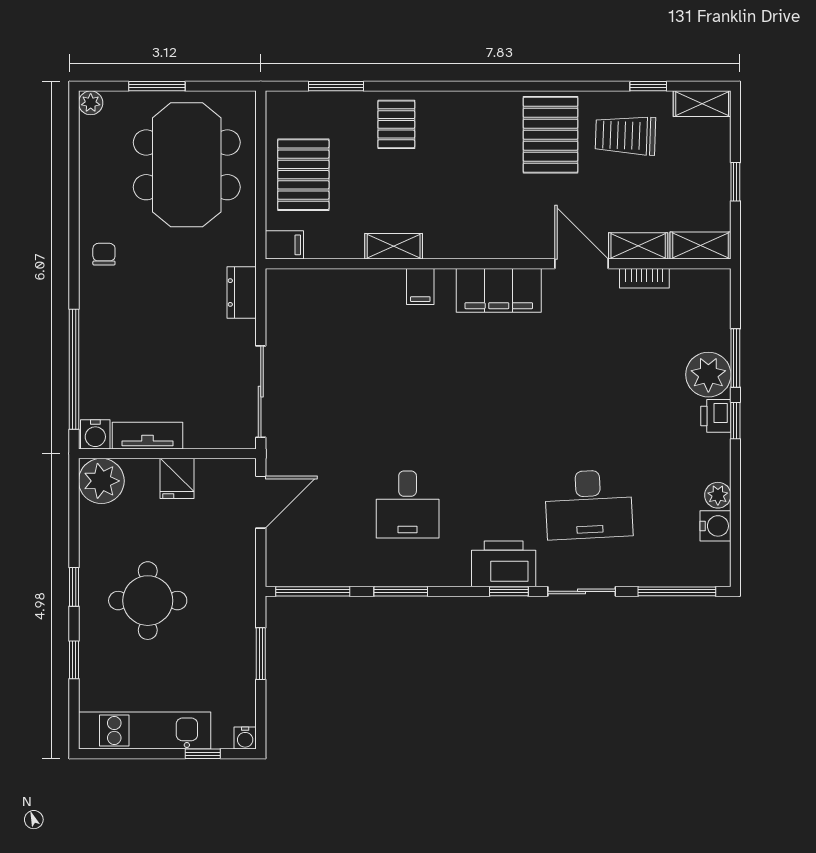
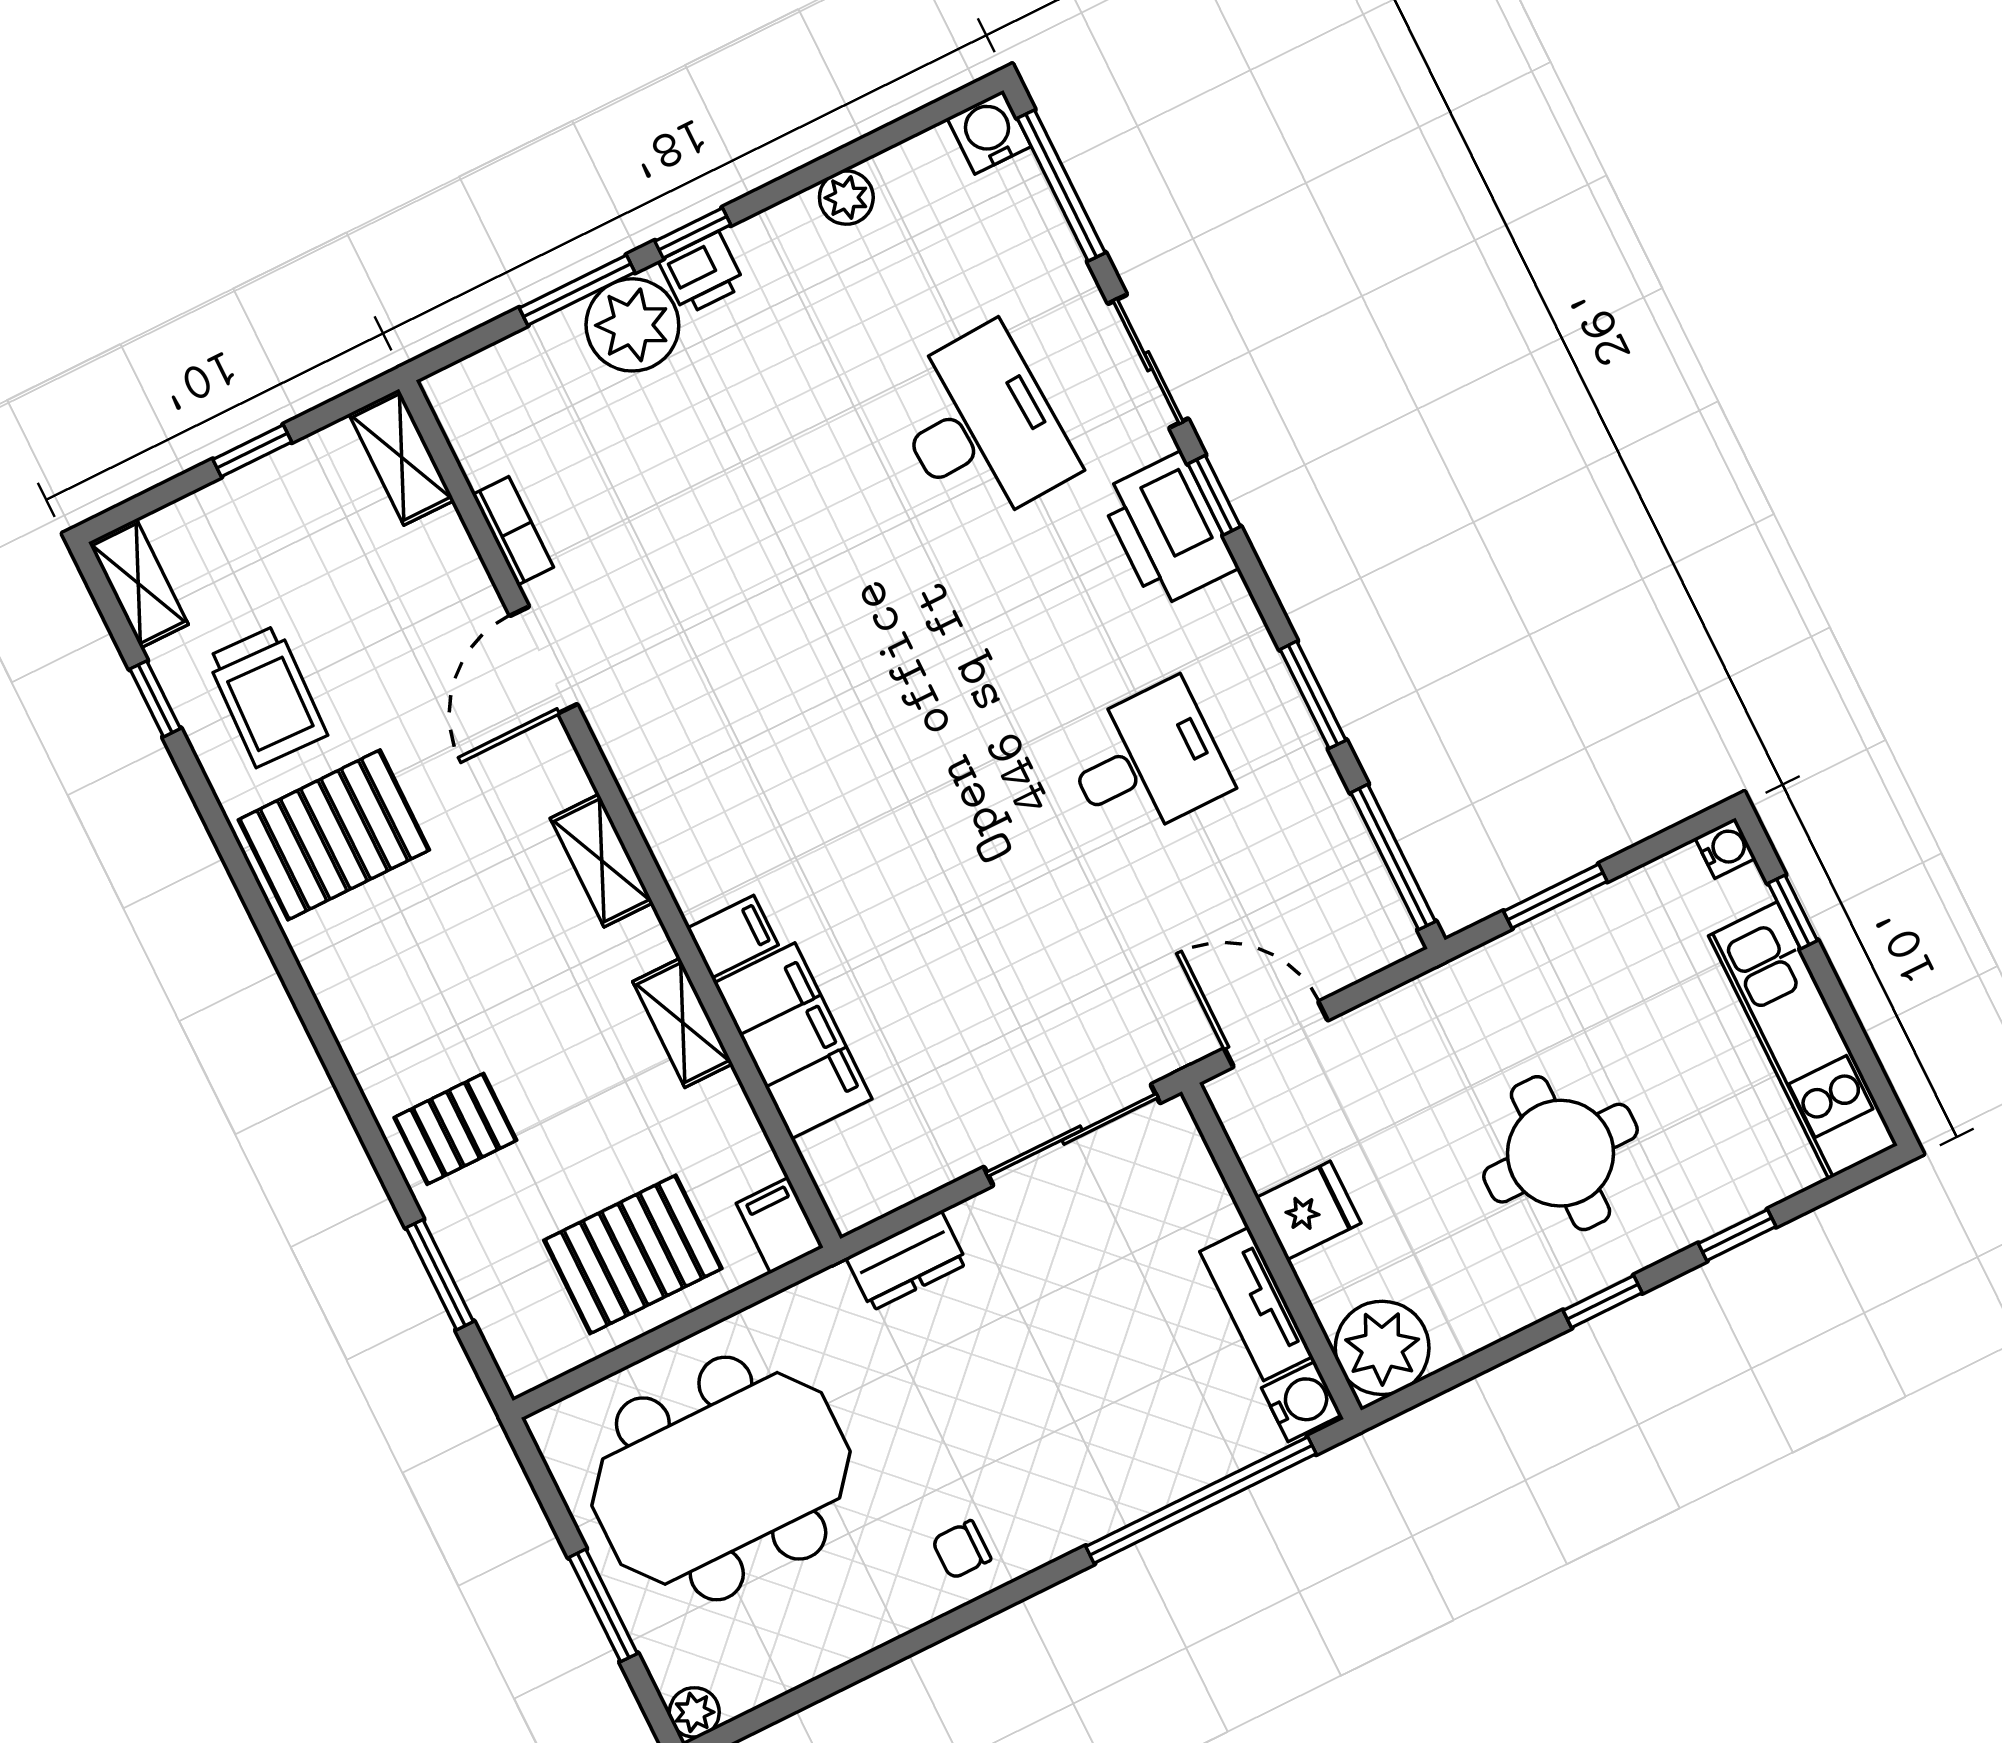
shelving: (638, 246) -> (602, 860), moved
filing cabinet: (499, 290) -> (793, 1041), moved
water cooler: (716, 526) -> (989, 132), moved

